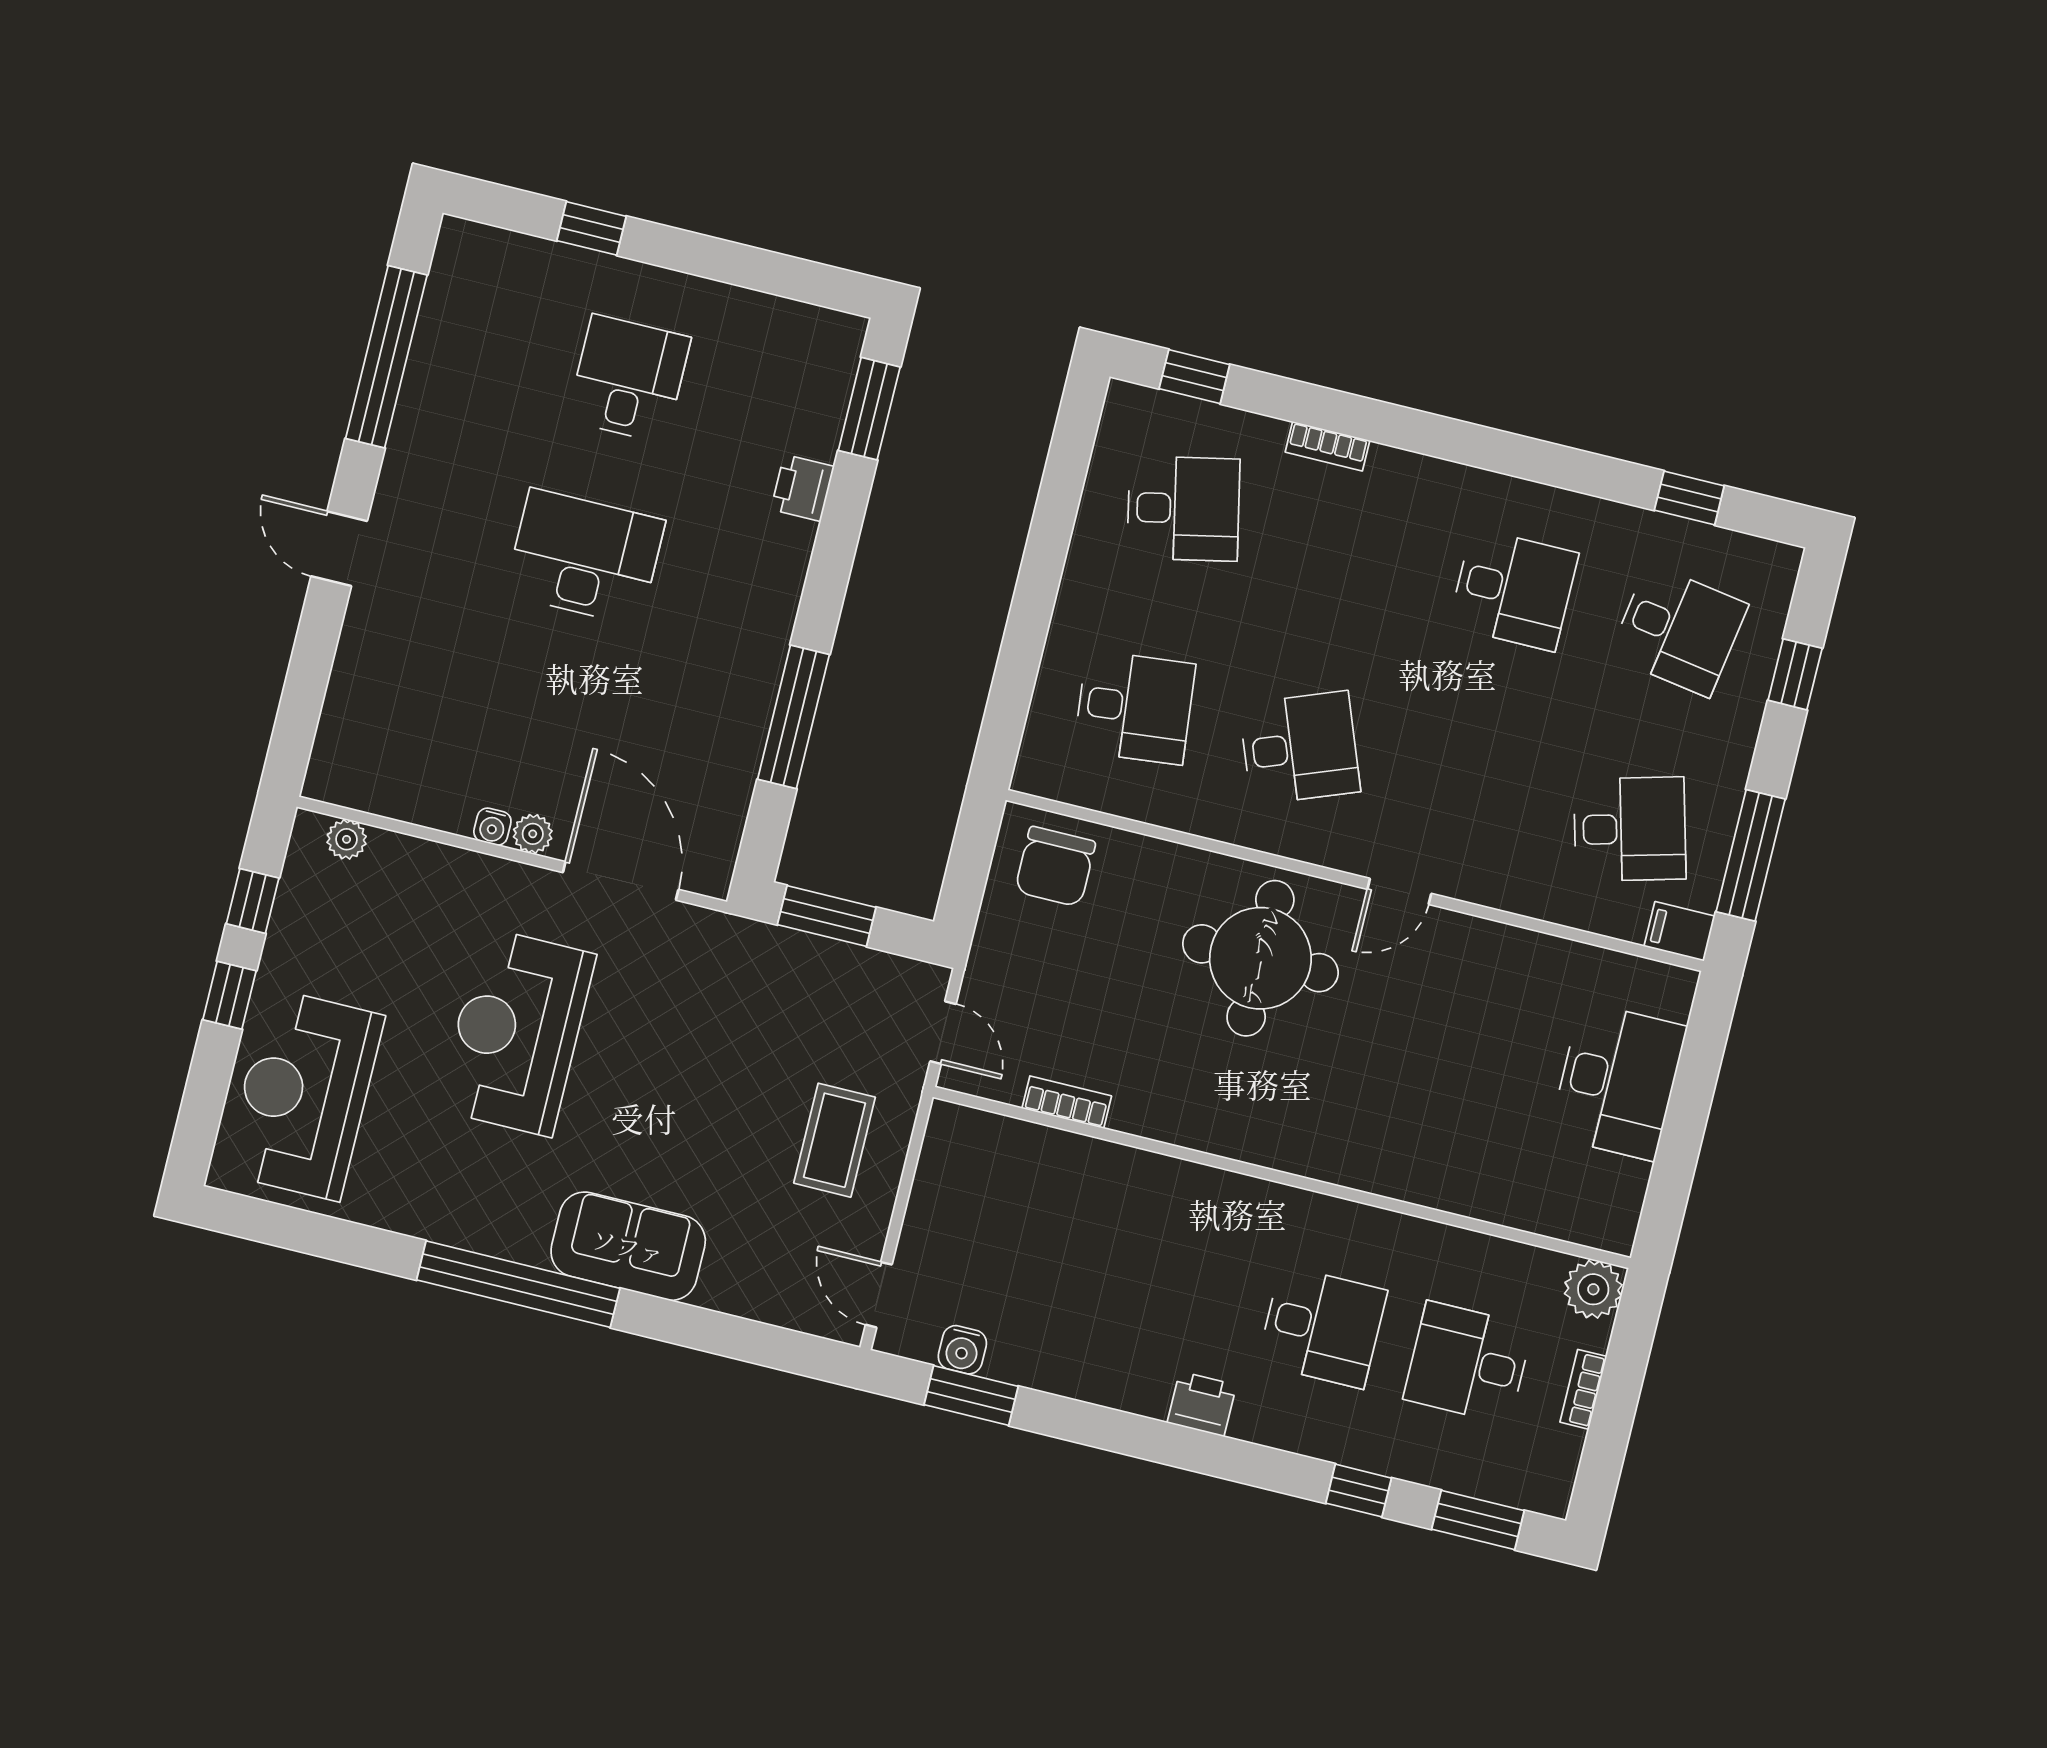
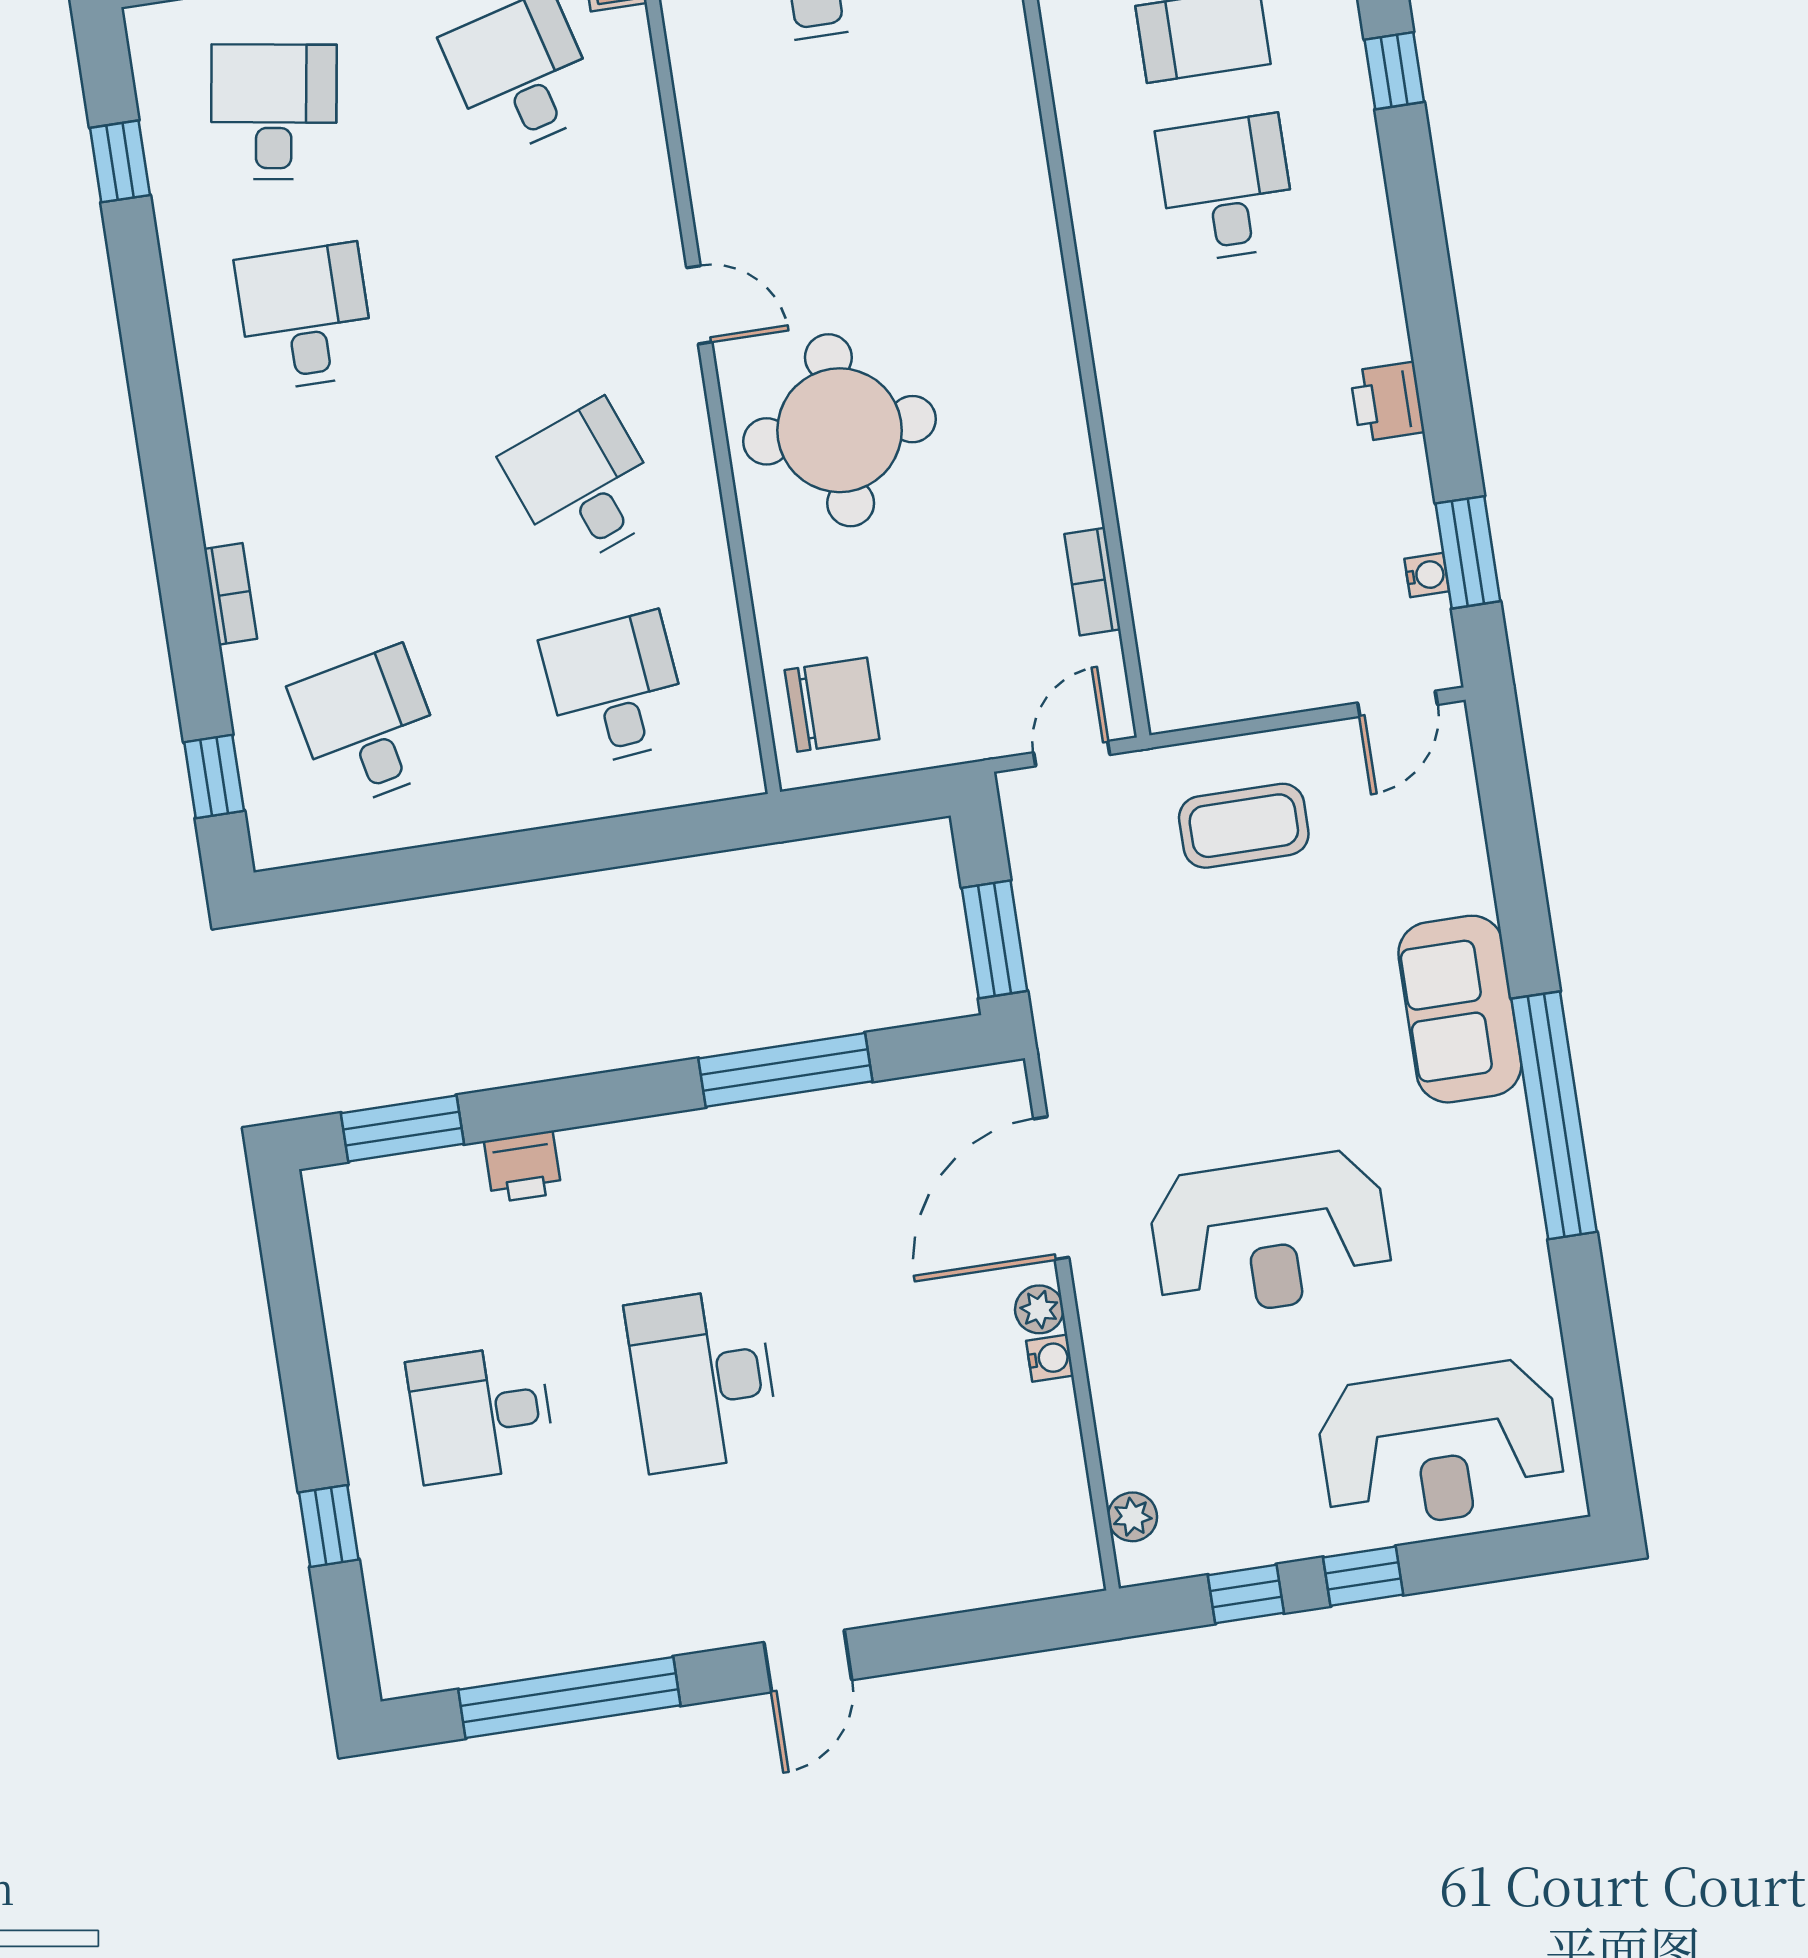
water cooler: (962, 1350) -> (1427, 575), width x0.72, depth x0.72
printer: (1202, 1404) -> (1387, 402), moved

